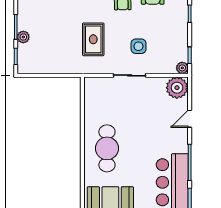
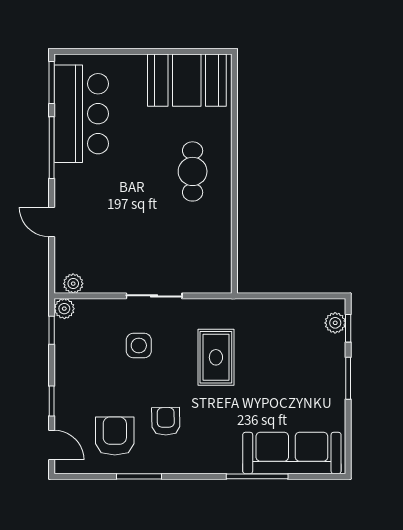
plant: (23, 37) -> (335, 323), moved
plant: (177, 88) -> (73, 284), width x0.53, depth x0.53
door: (190, 119) -> (52, 222), swing flipped
cafe table: (107, 148) -> (193, 171), width x0.73, depth x0.74

